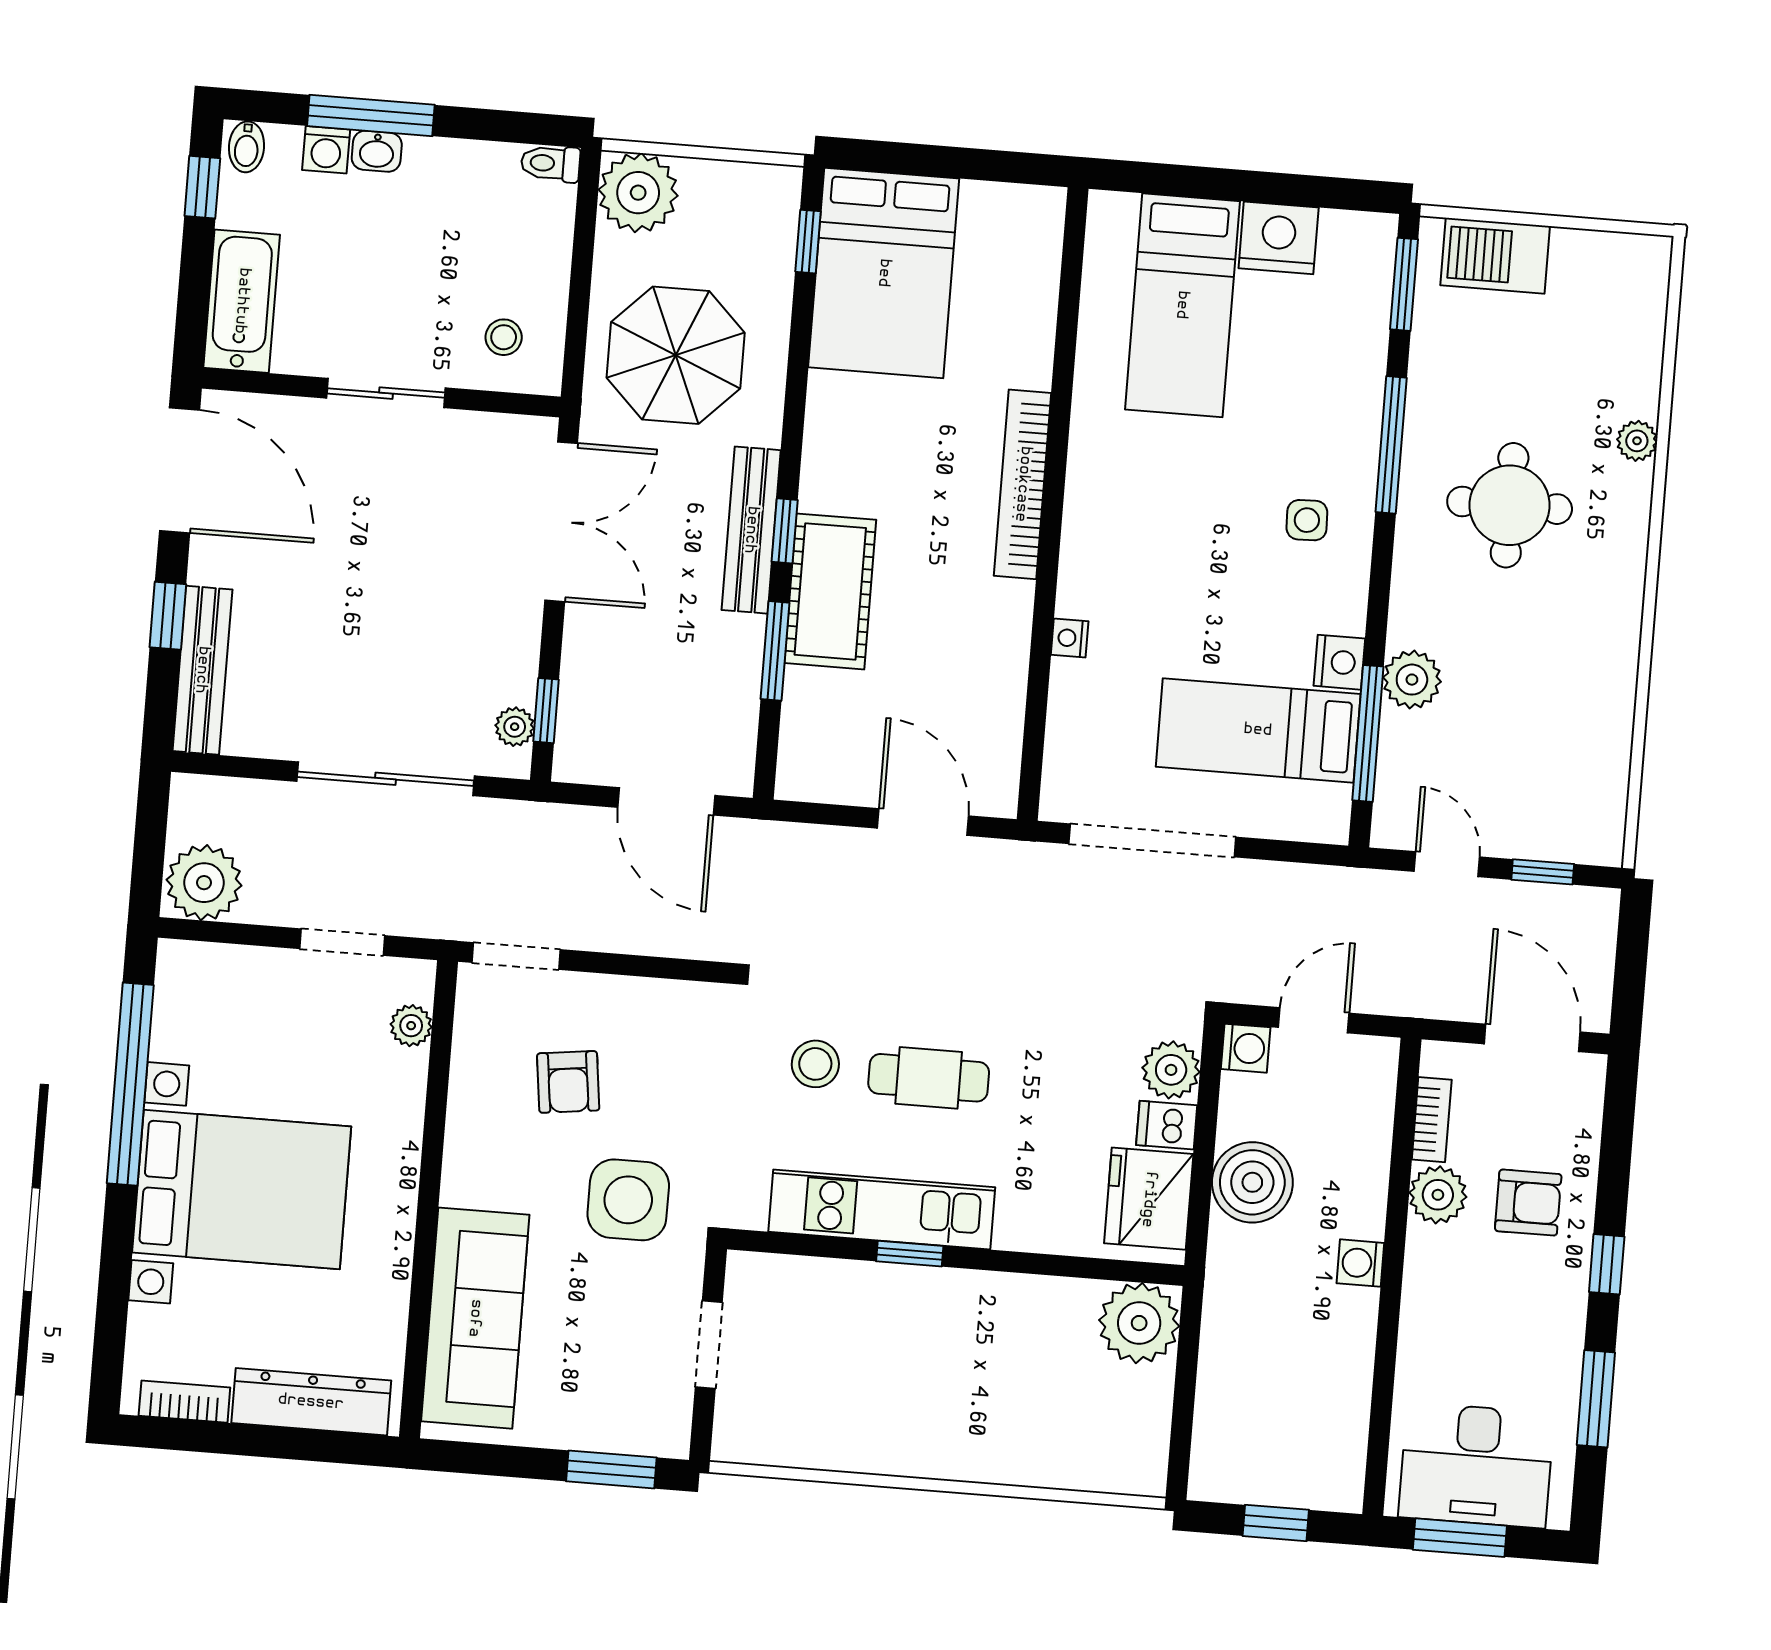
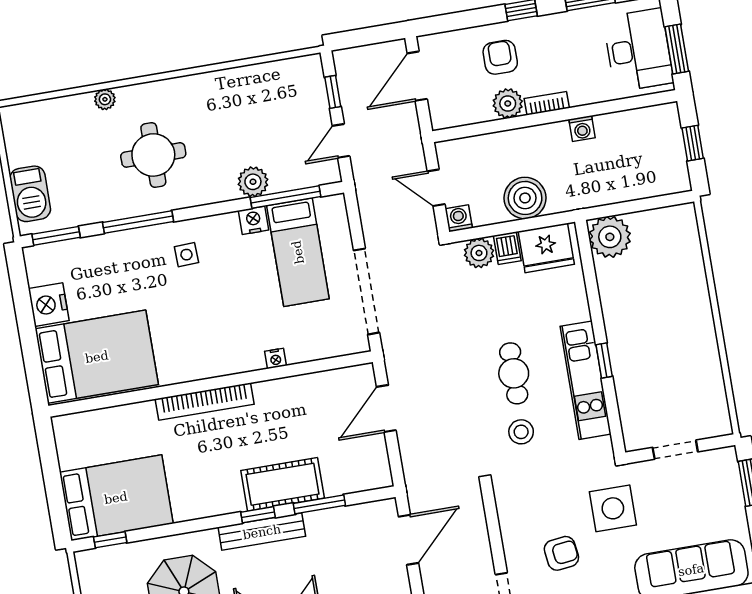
bed: (1182, 305) -> (97, 357), width x1.50
bookcase: (1432, 1120) -> (547, 103), moved
washing machine: (1360, 1263) -> (582, 128), moved

